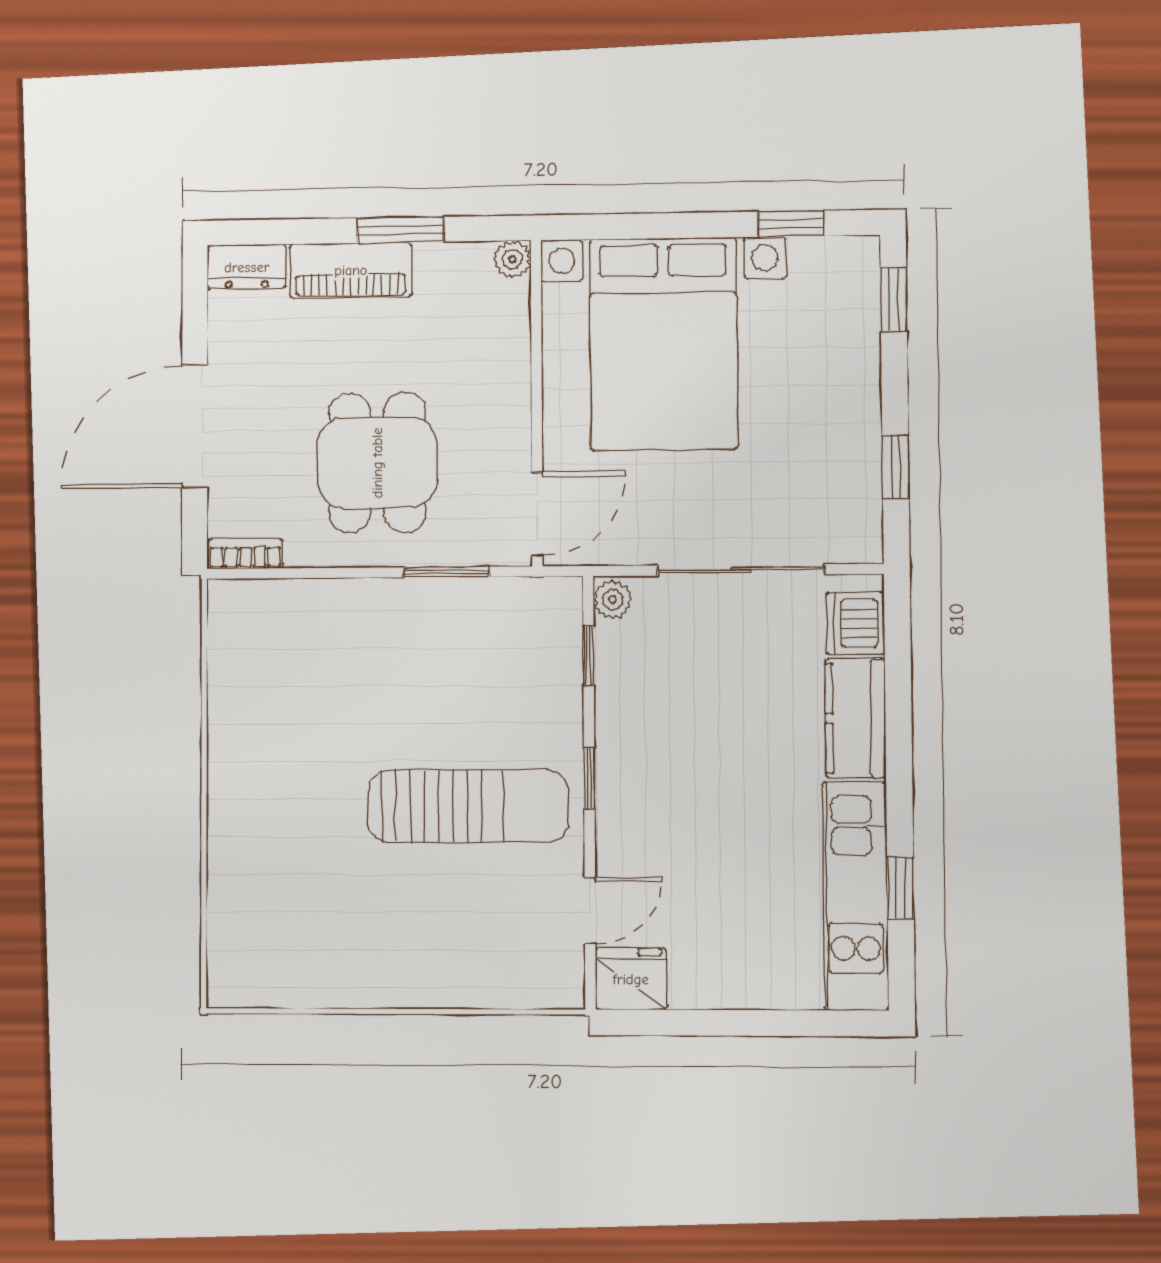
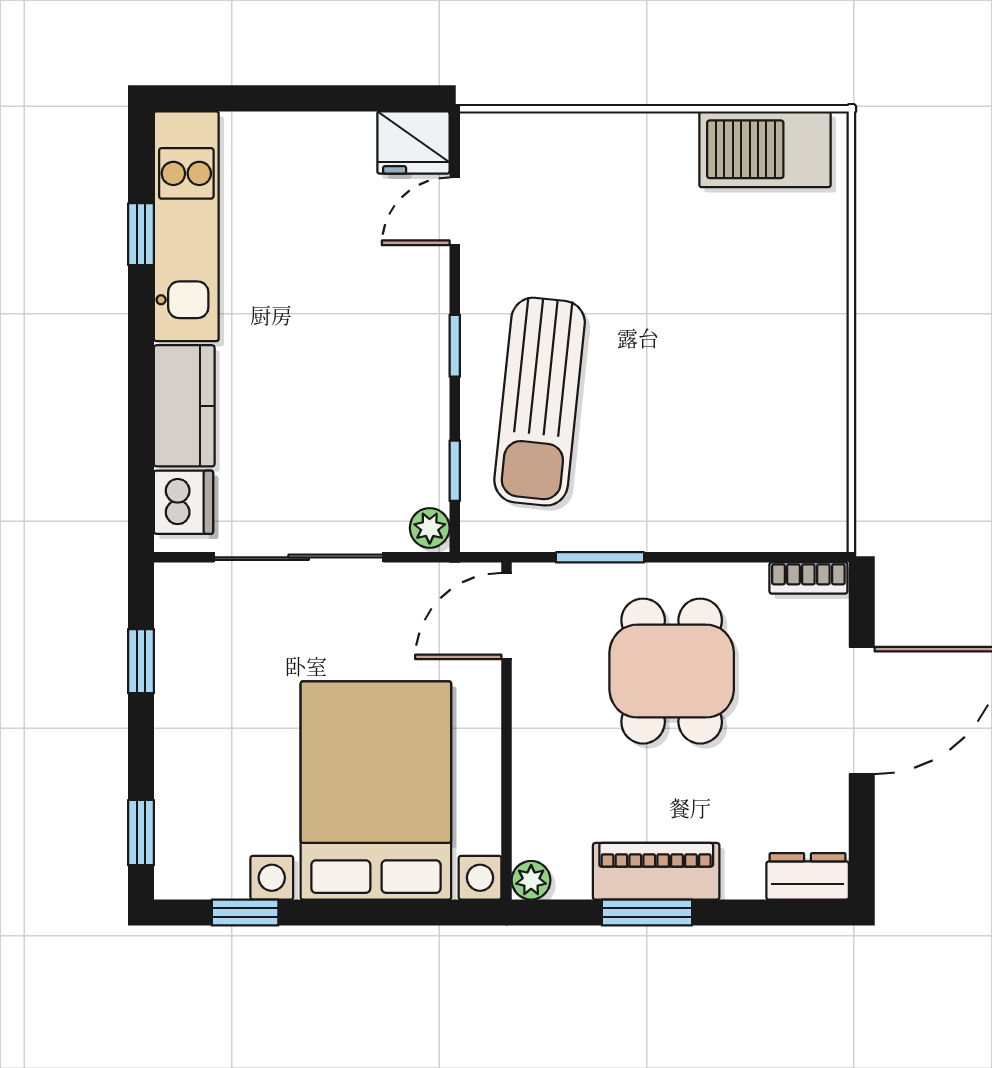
piano: (351, 270) -> (656, 871), moved
sun lounger: (468, 806) -> (540, 402), moved, turned -84
barbecue: (287, 971) -> (765, 149), added

